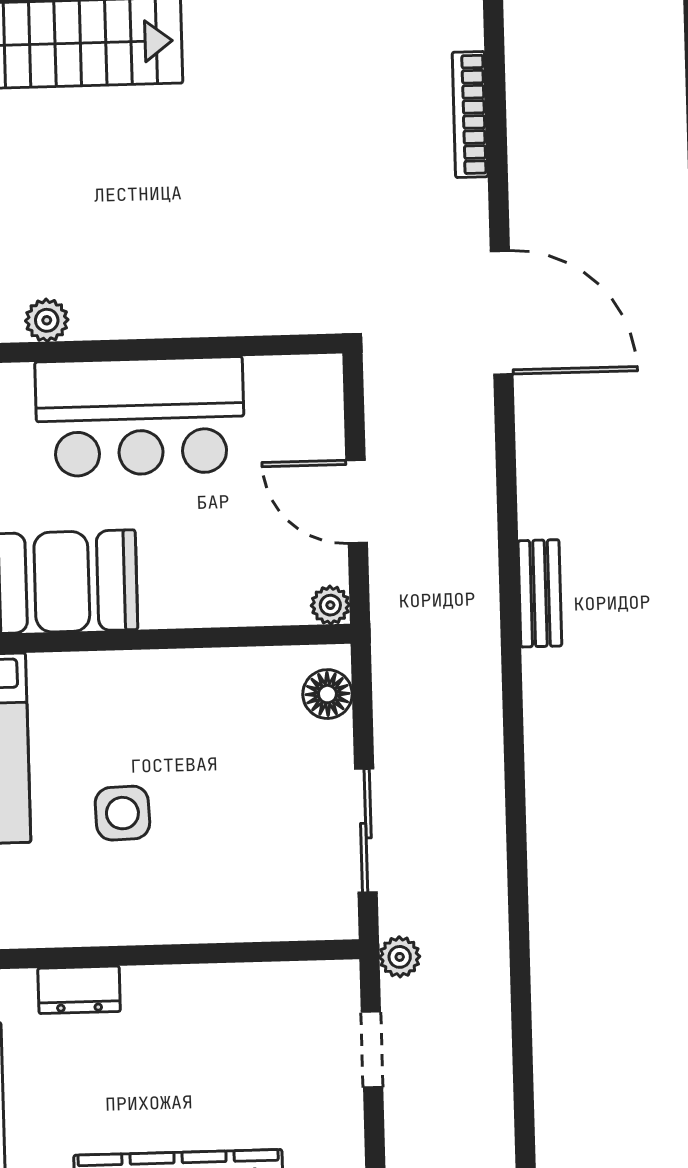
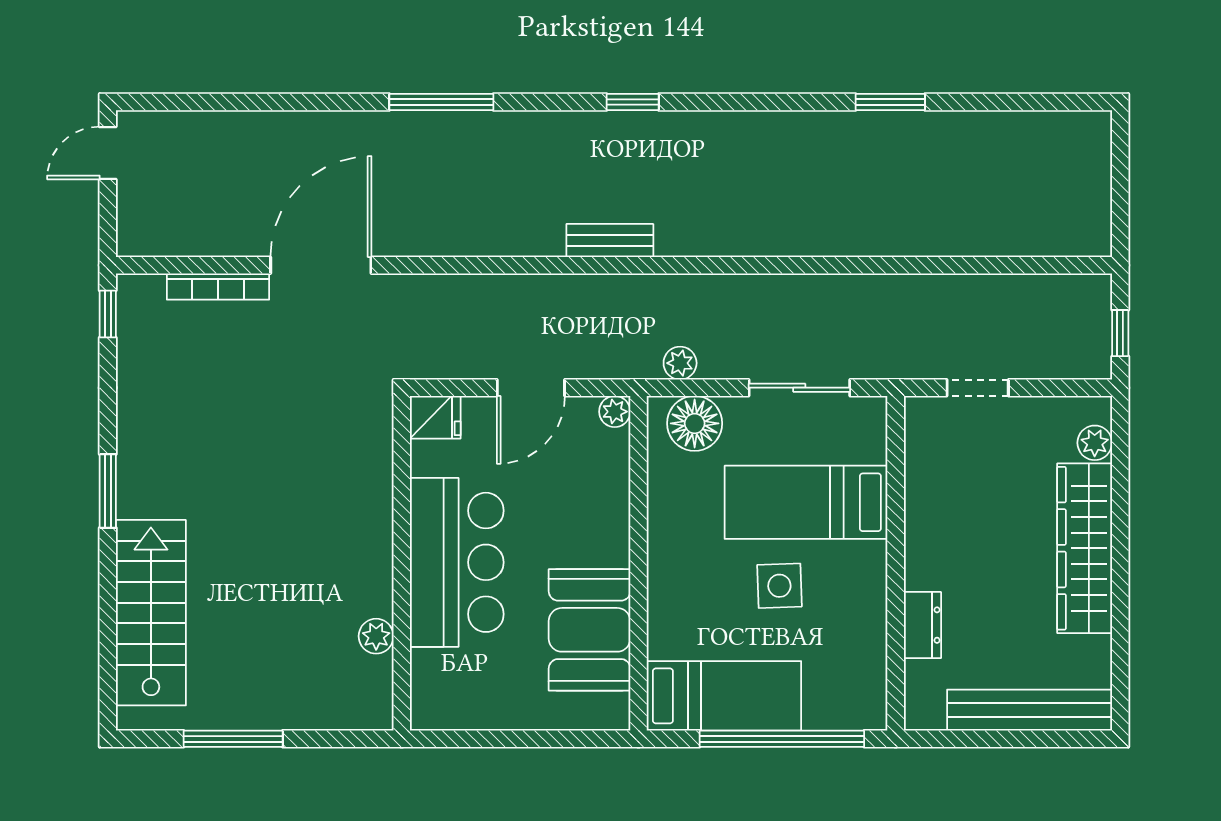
door: (502, 313) -> (321, 265), moved
fridge: (317, 385) -> (435, 417), added
floor lamp: (327, 694) -> (695, 423), width x1.38, depth x1.38
bed: (226, 843) -> (806, 502), added
plant: (400, 957) -> (680, 363), moved

